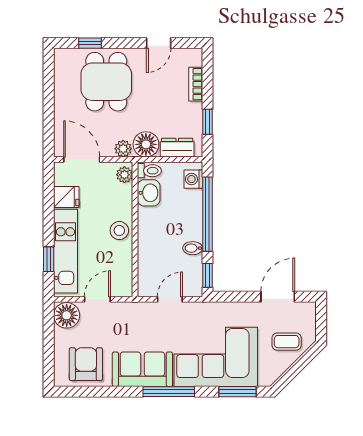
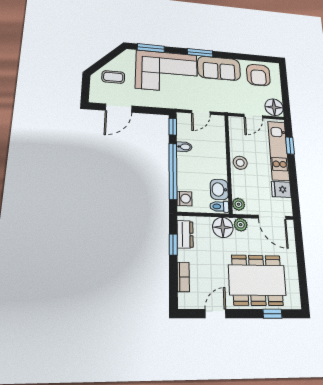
dining table: (106, 82) -> (257, 280), width x1.38
dresser: (177, 148) -> (185, 234), moved, turned -90
window: (169, 392) -> (200, 53), width x0.69

